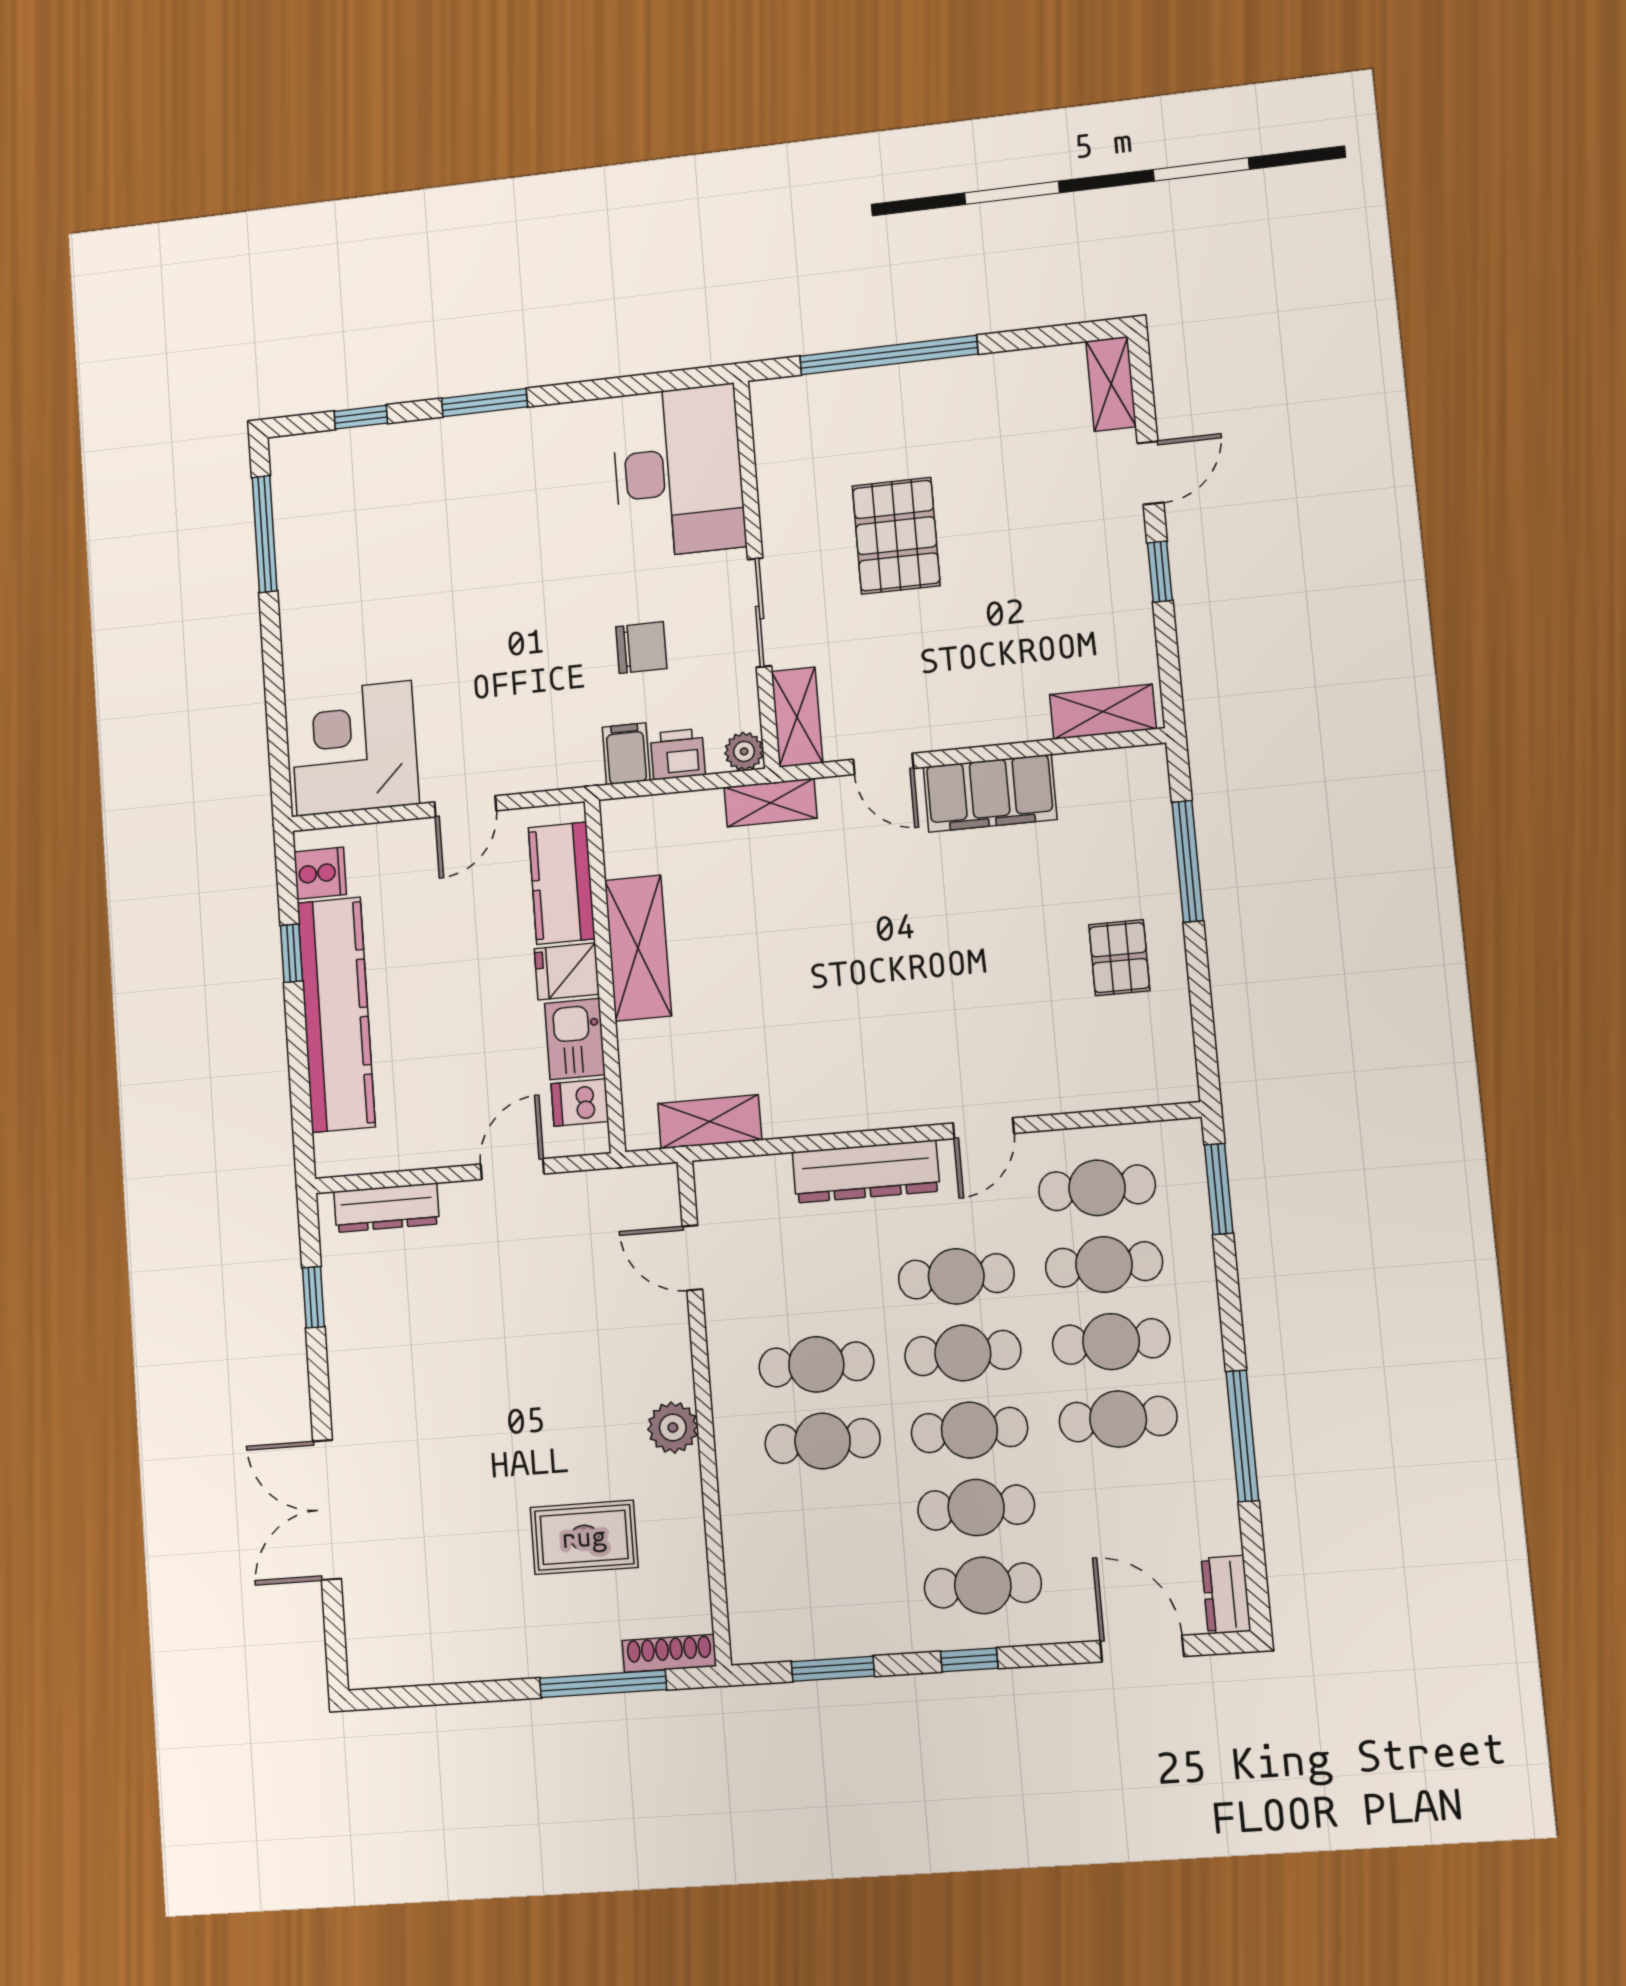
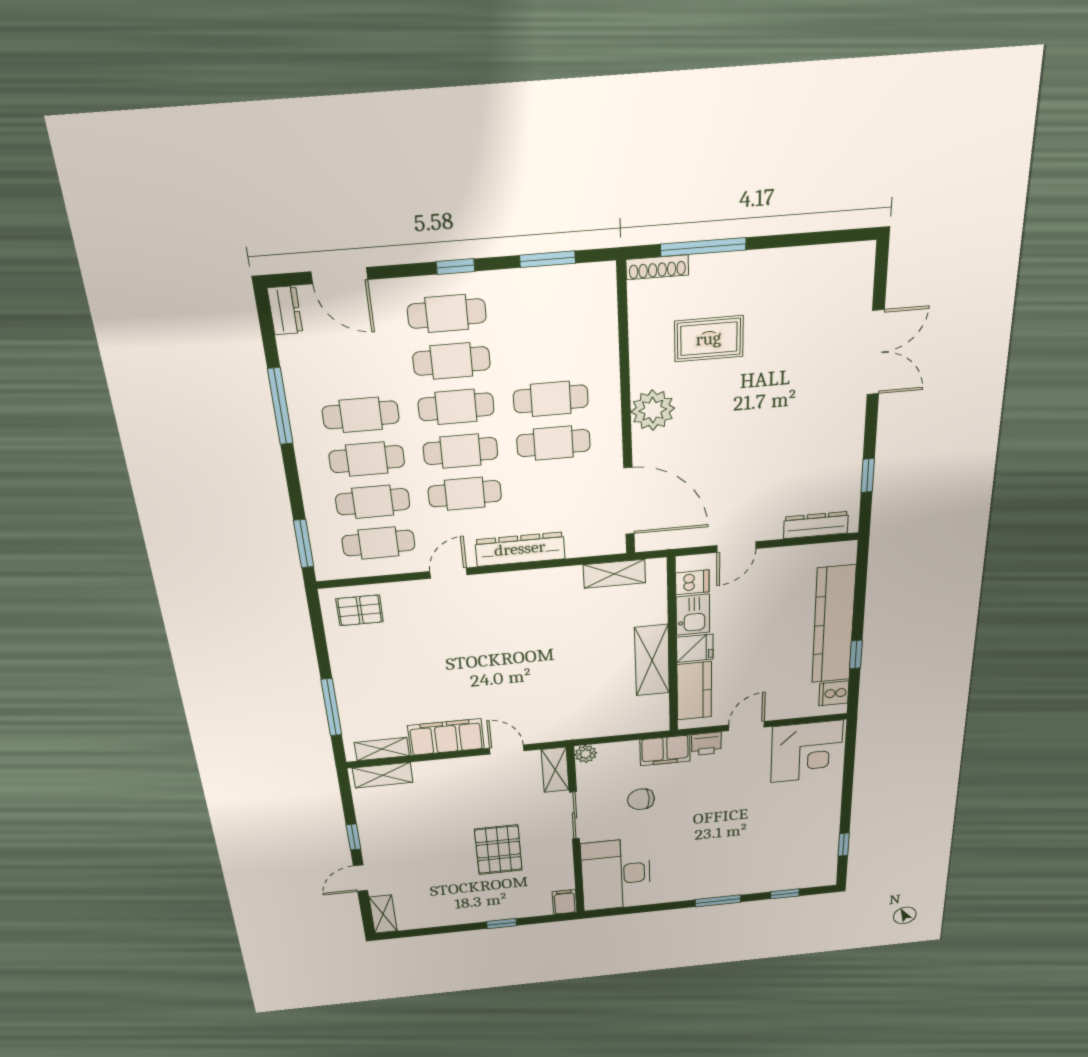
window: (889, 355) -> (502, 924), width x0.32
filing cabinet: (772, 406) -> (565, 902), added
window: (265, 534) -> (844, 845), width x0.46
filing cabinet: (626, 754) -> (665, 750), width x2.00
printer: (678, 754) -> (706, 744), moved
shelving: (771, 803) -> (382, 749), moved
pallet: (1119, 958) -> (360, 610), moved, turned 90
door: (692, 1258) -> (629, 501), width x1.88
plant: (673, 1428) -> (653, 410), width x1.36, depth x1.36

